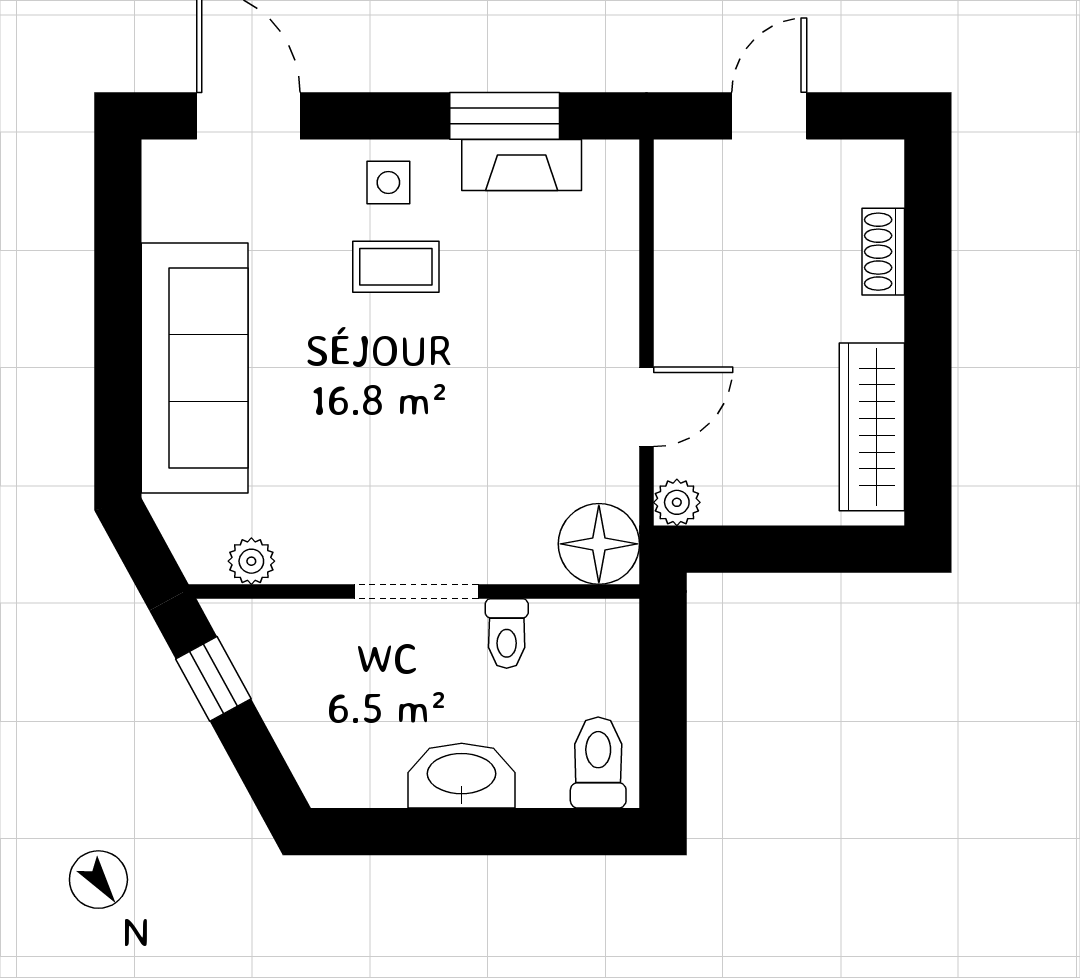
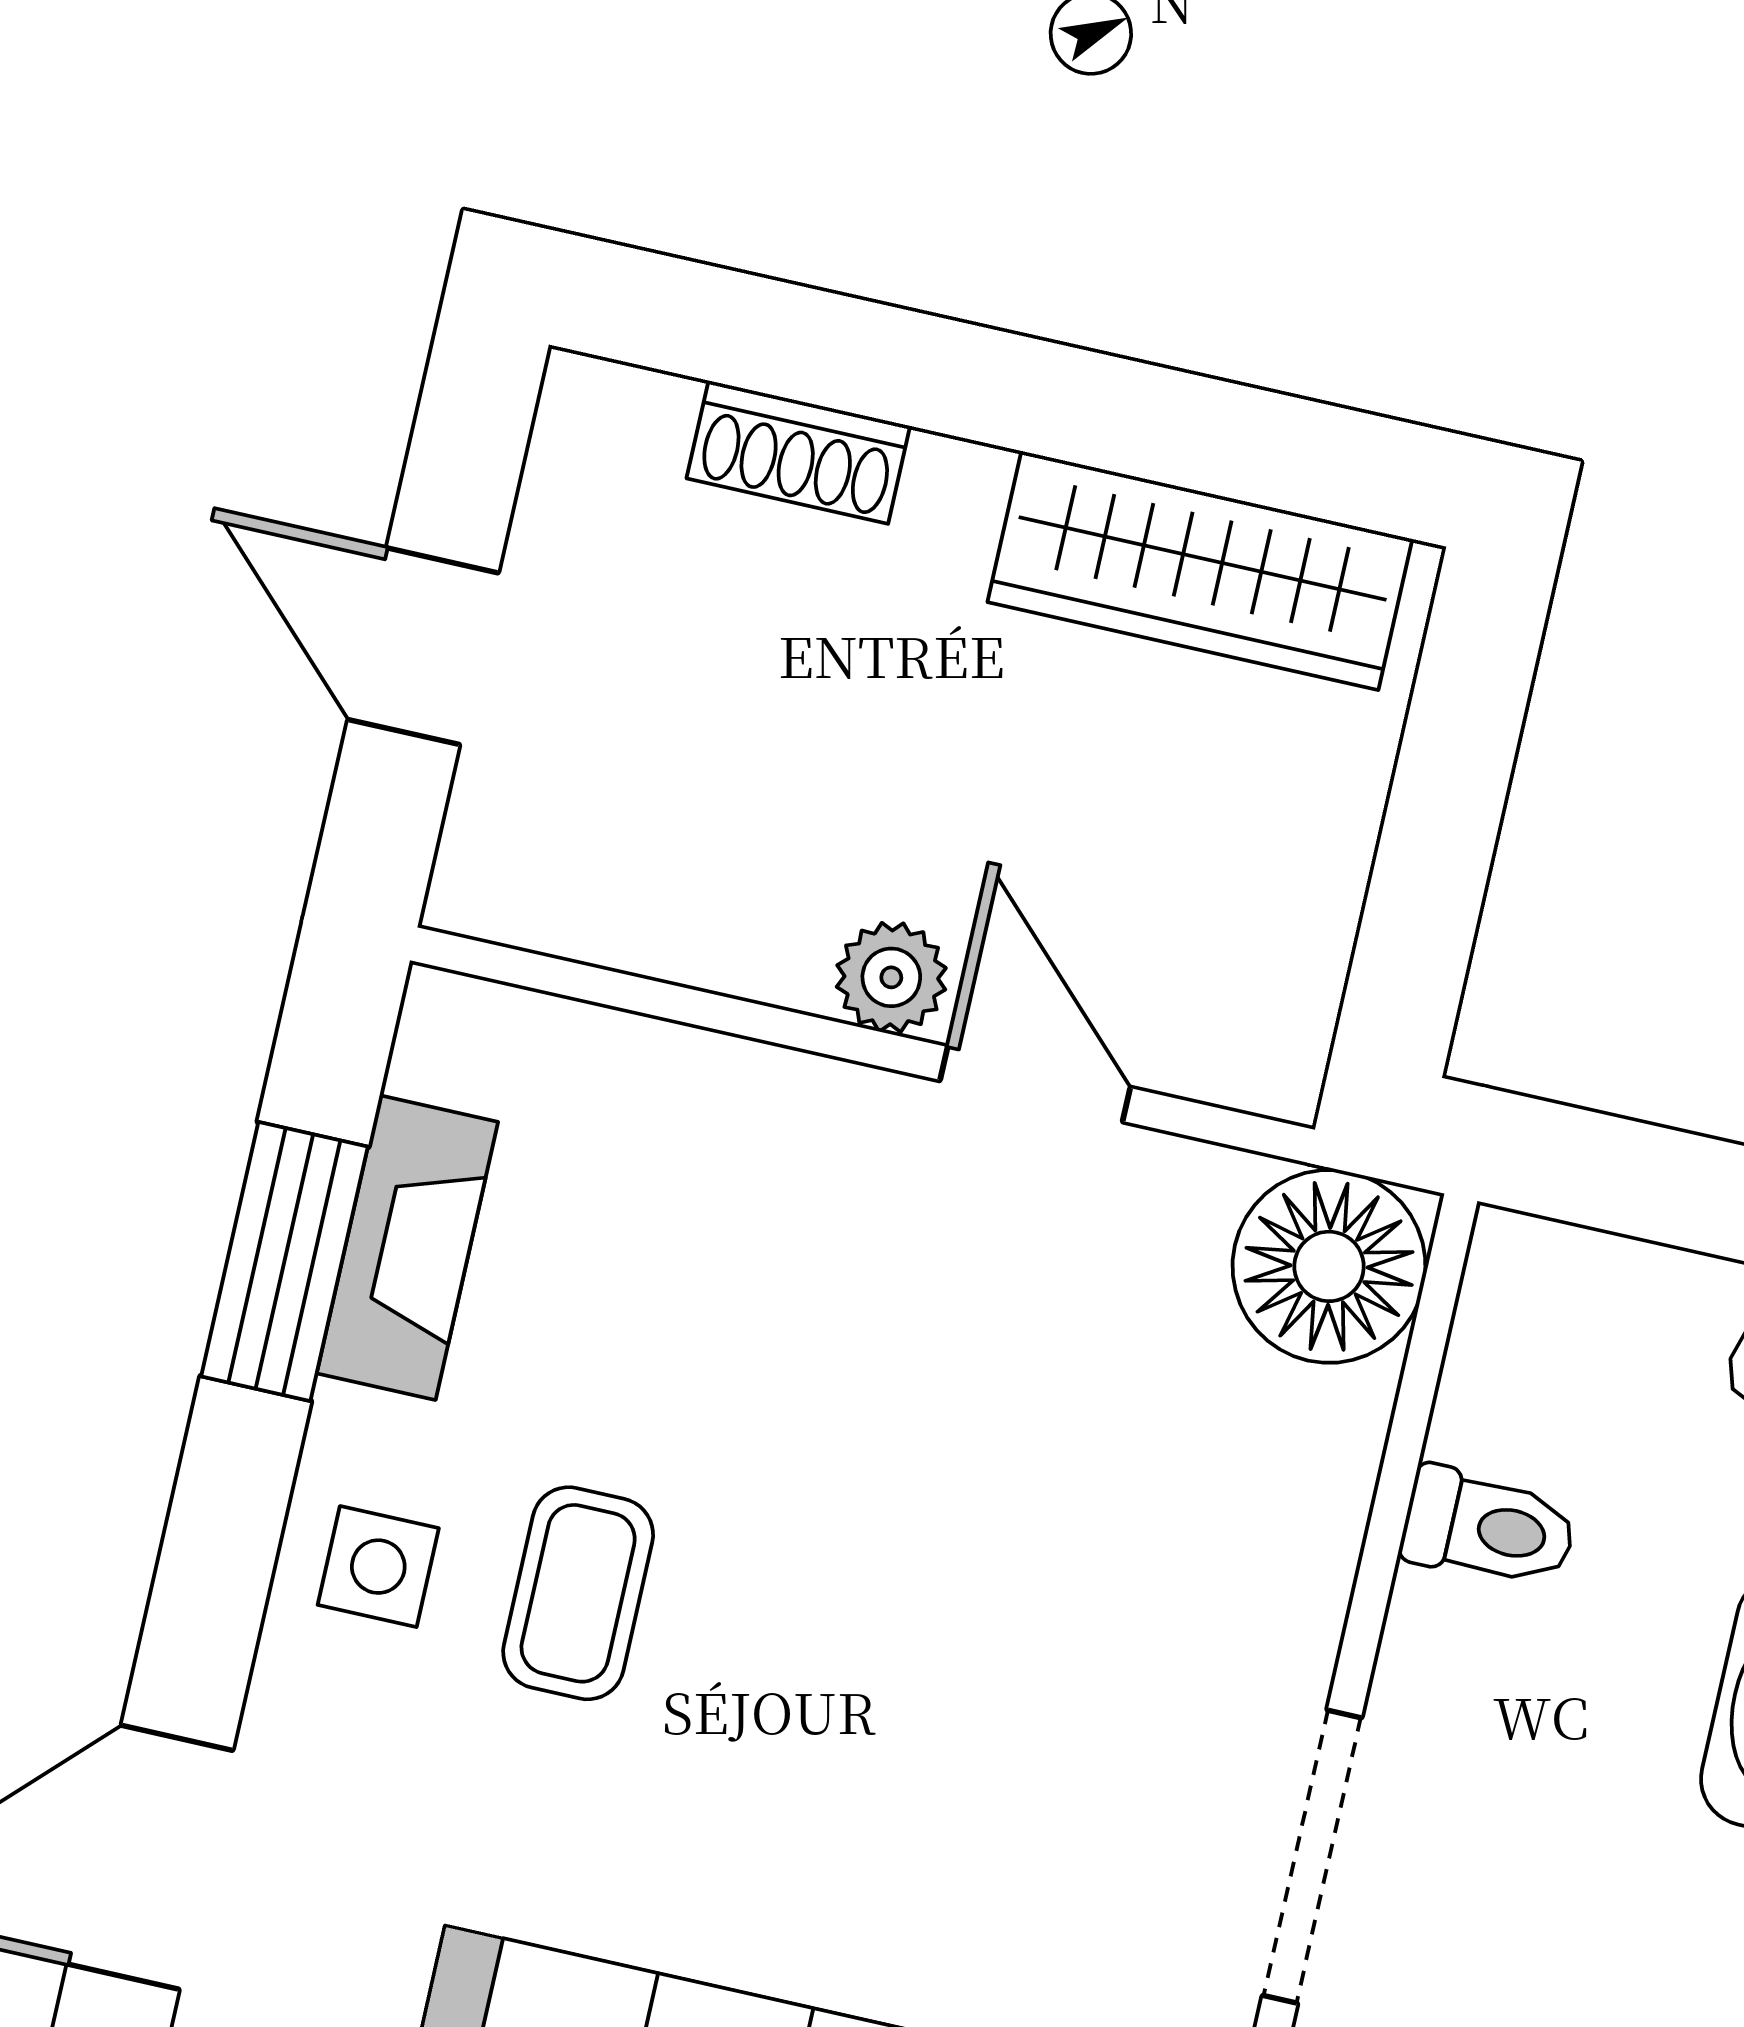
plant: (677, 502) -> (891, 977), moved
doorway: (416, 592) -> (1312, 1857), moved

